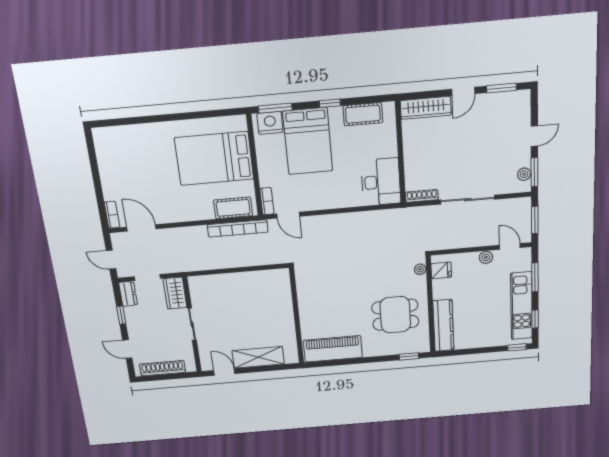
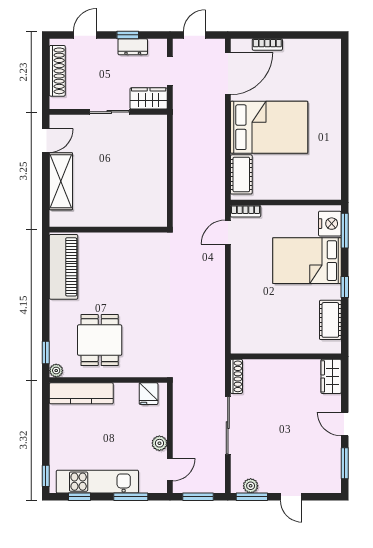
wardrobe: (426, 108) -> (331, 376), width x0.67
bed: (214, 159) -> (269, 127), moved, turned 90
desk: (381, 182) -> (256, 334), removed
bookcase: (112, 215) -> (267, 45), moved
door: (141, 228) -> (228, 73), width x1.36
bookcase: (238, 228) -> (218, 177), removed
plant: (420, 269) -> (56, 371), moved
dresser: (128, 294) -> (133, 47), moved

